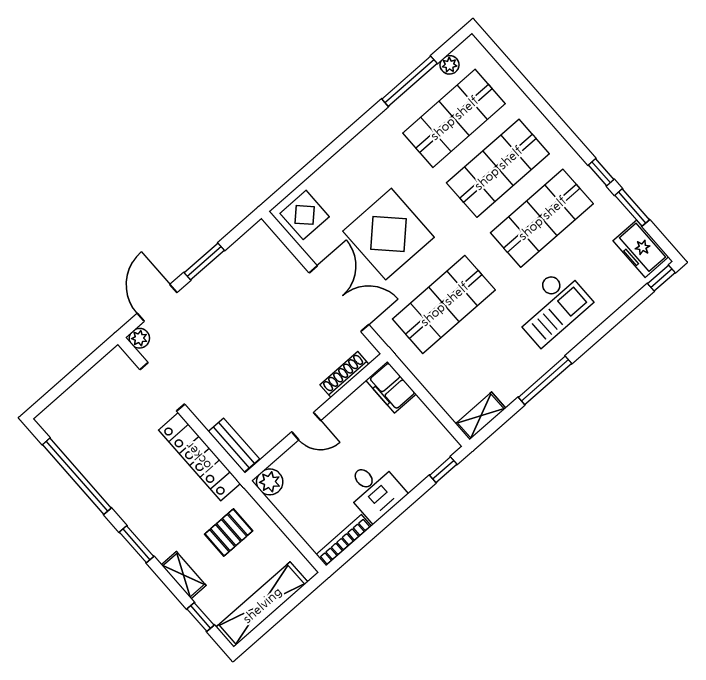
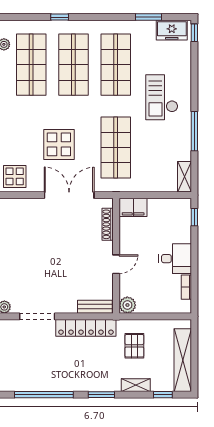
window: (601, 172) -> (60, 17), moved
display table: (388, 234) -> (59, 144), width x0.73, depth x0.73
checkout: (551, 307) -> (162, 97), turned 180
bookcase: (344, 540) -> (186, 287), width x0.64

